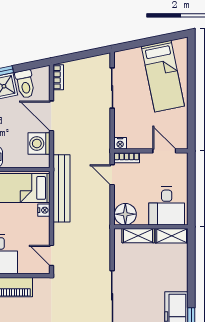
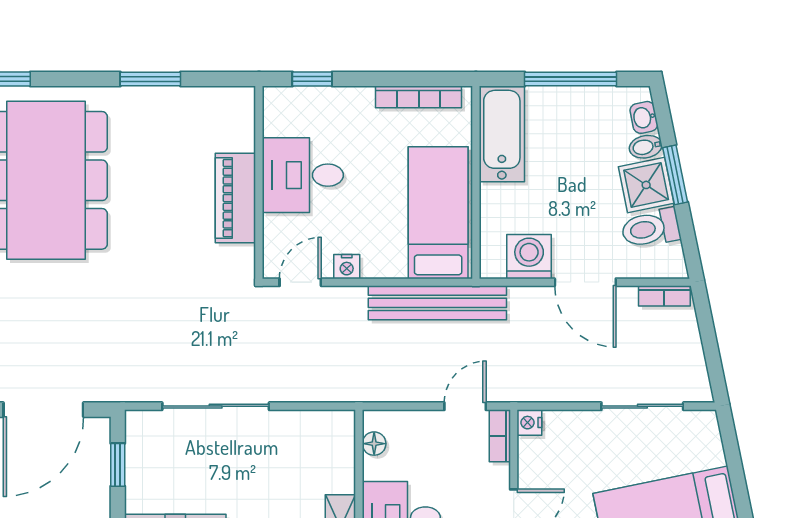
door: (51, 116) -> (585, 282), swing flipped
nightstand: (44, 210) -> (347, 267), moved
floor lamp: (125, 214) -> (374, 444), width x0.53, depth x0.53
shelving: (138, 236) -> (341, 459), removed

